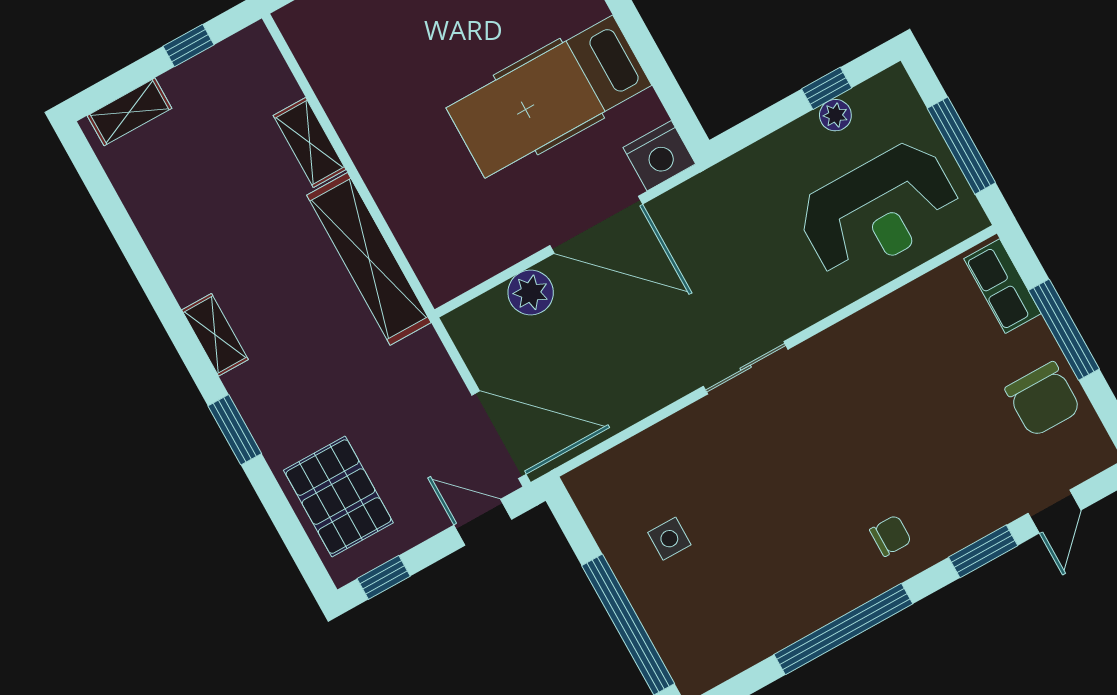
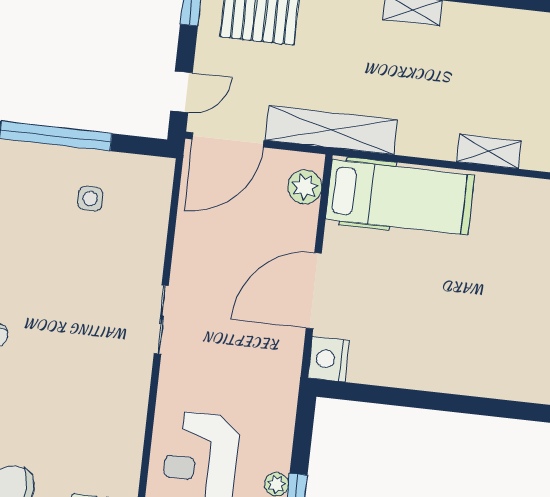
hospital bed: (549, 97) -> (400, 197), moved, turned 90
shelving: (369, 259) -> (331, 130), moved
plant: (531, 293) -> (305, 187), moved

